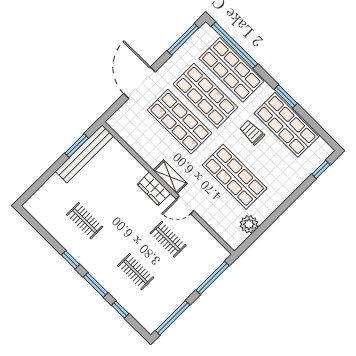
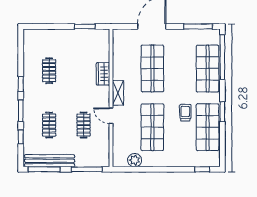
shop shelf: (205, 96) -> (180, 69), removed
bench: (84, 154) -> (50, 161), moved
wardrobe: (154, 189) -> (103, 74), moved

